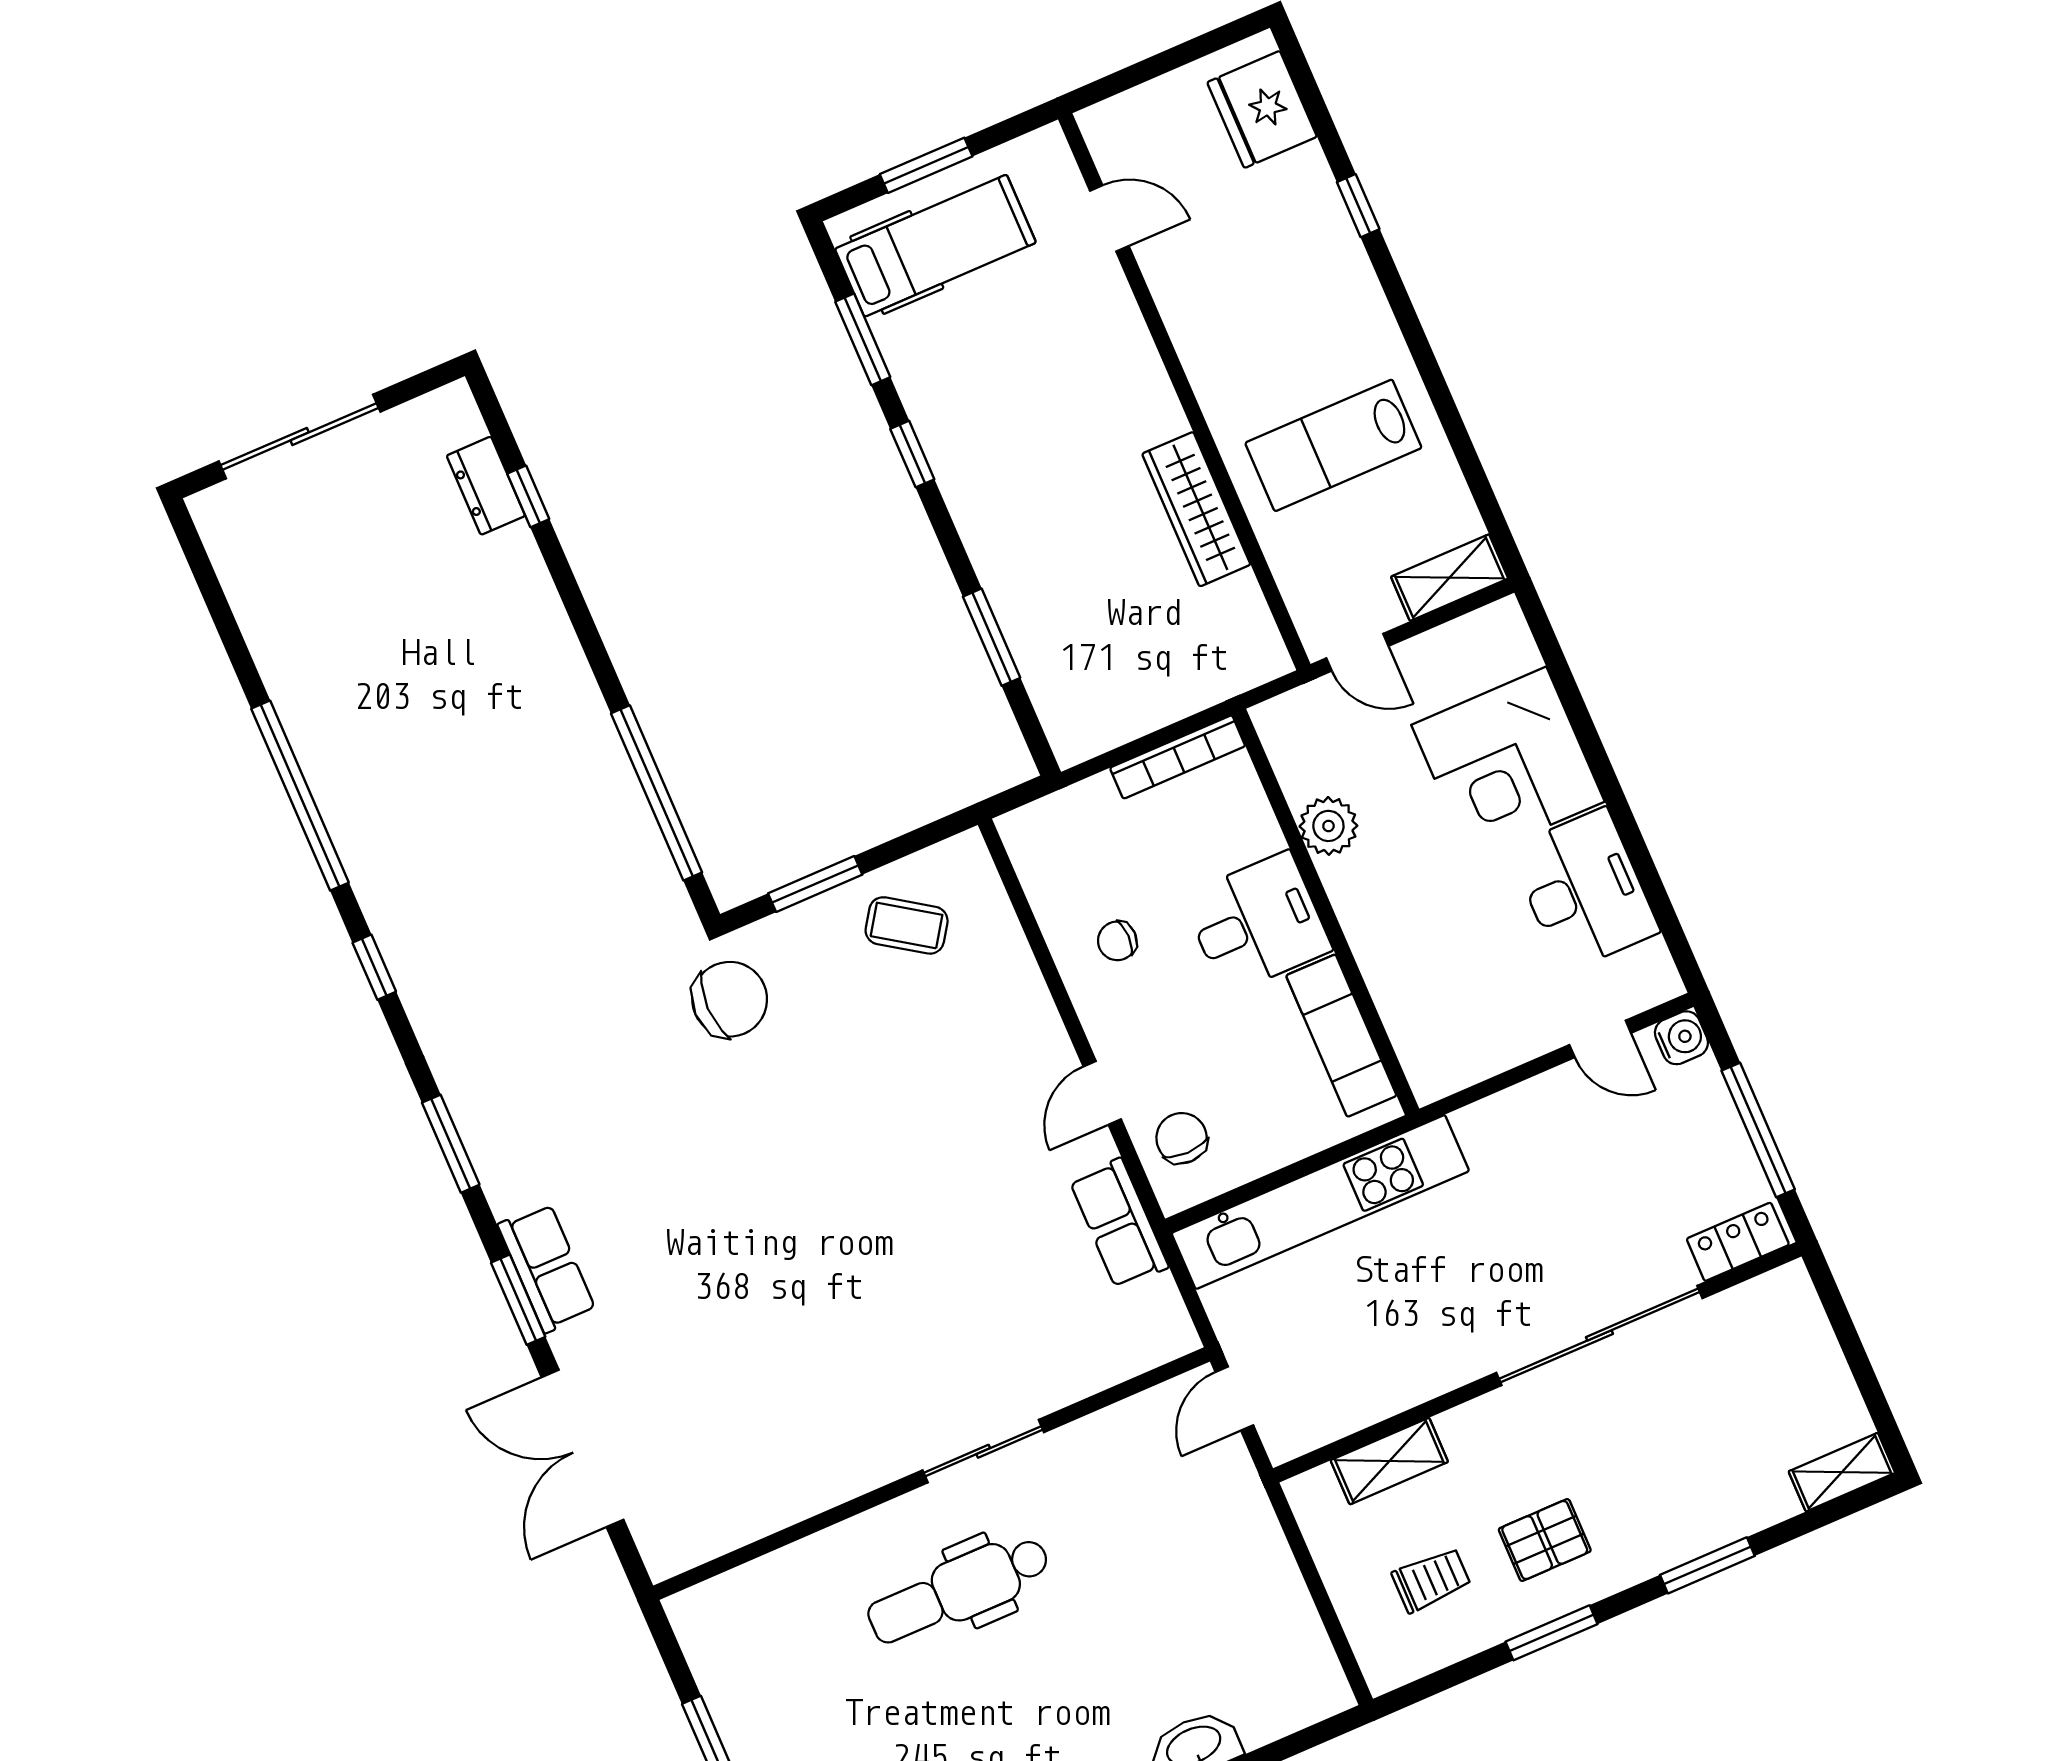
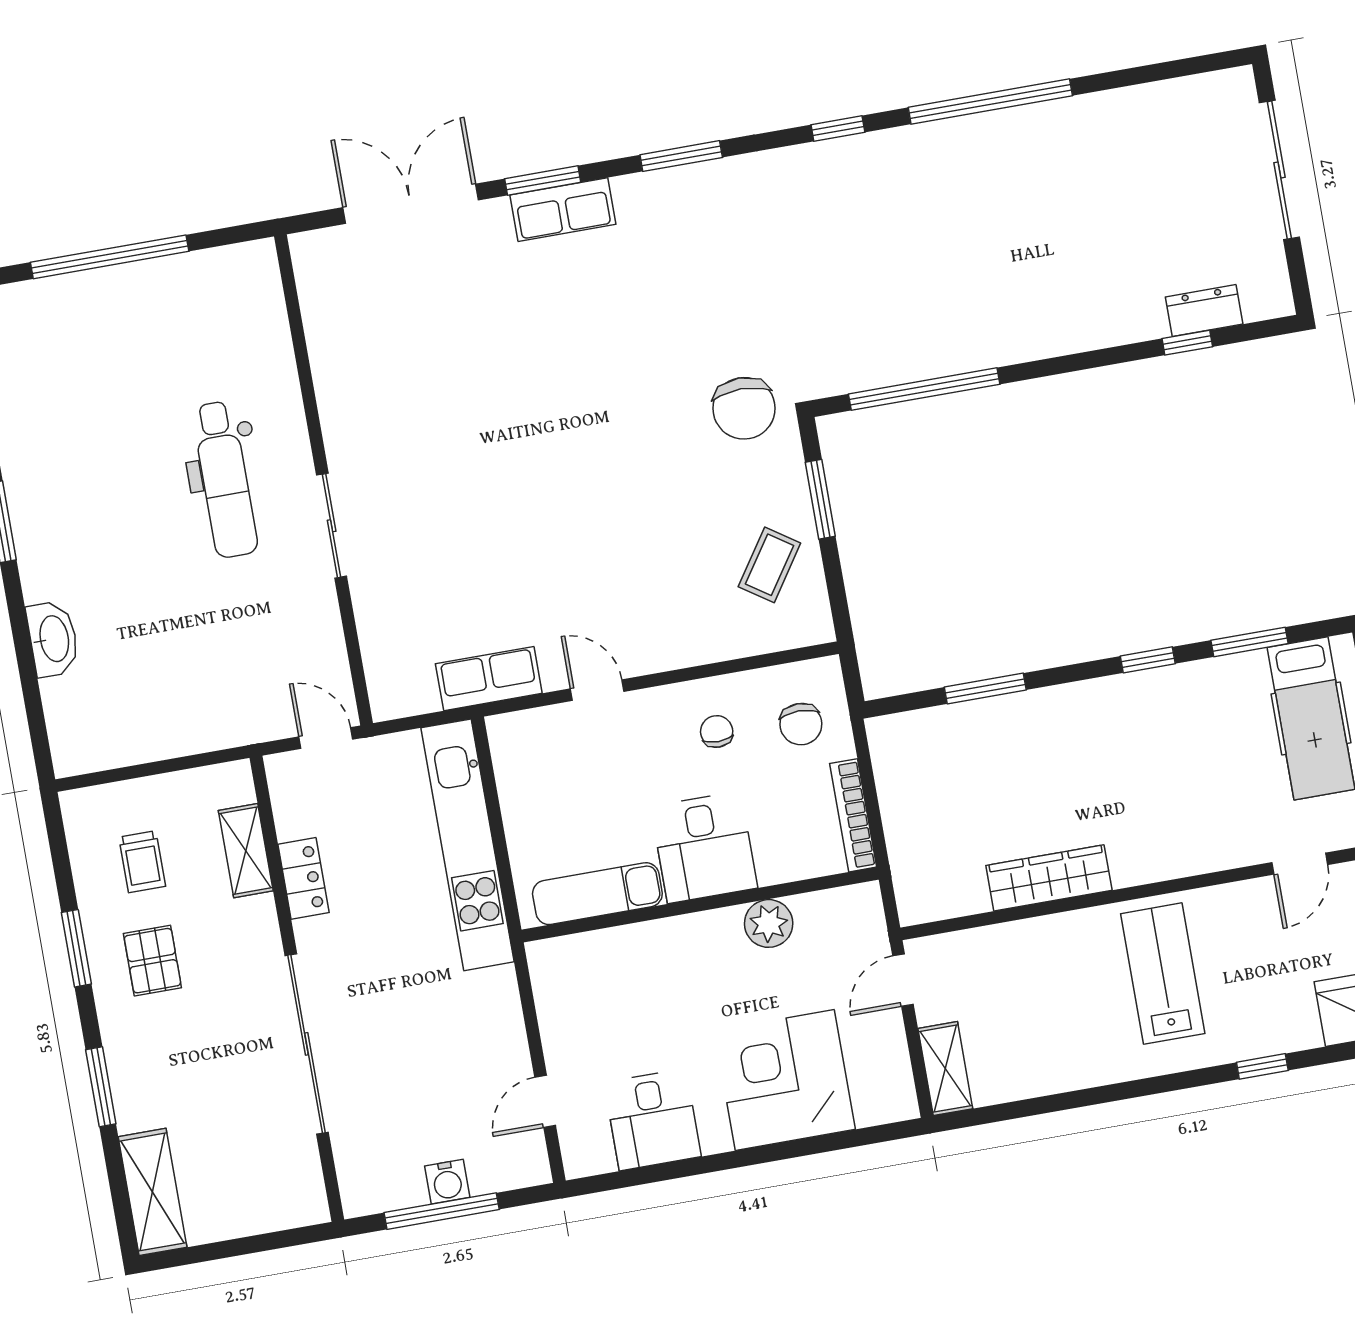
lab bench: (1333, 445) -> (1163, 974), moved
desk: (1584, 890) -> (653, 1120), width x0.73
water cooler: (1681, 1038) -> (447, 1182), moved
chair: (1182, 1138) -> (801, 724), moved, turned 90
locker: (1738, 1242) -> (303, 878), moved
shelving: (1842, 1472) -> (153, 1192), width x1.50, depth x1.33
dental chair: (959, 1590) -> (225, 479), turned 180

